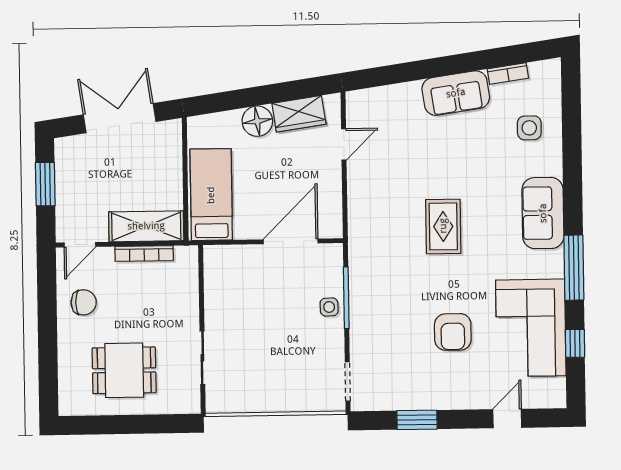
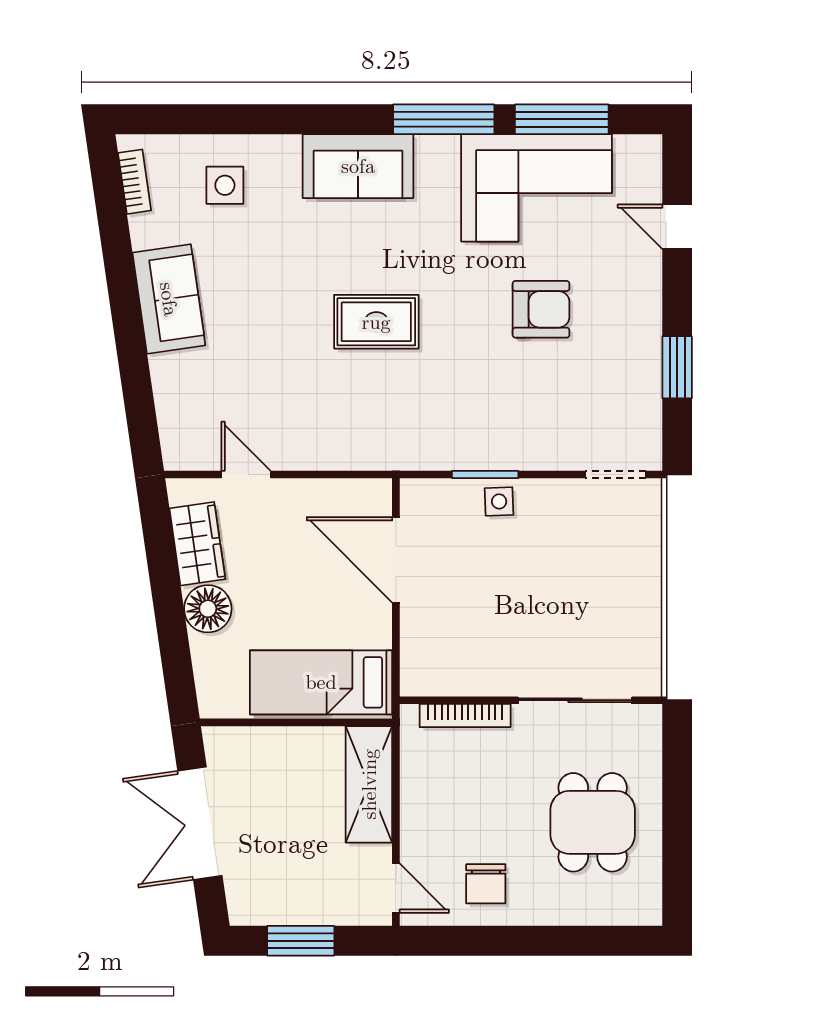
bookcase: (508, 74) -> (135, 182), moved
bookcase: (144, 254) -> (465, 716), moved, turned 90
window: (346, 298) -> (485, 474), width x0.69
chair: (84, 302) -> (486, 884), turned 180
window: (575, 343) -> (562, 119), width x2.17
sliding door: (202, 358) -> (575, 700), width x1.37

